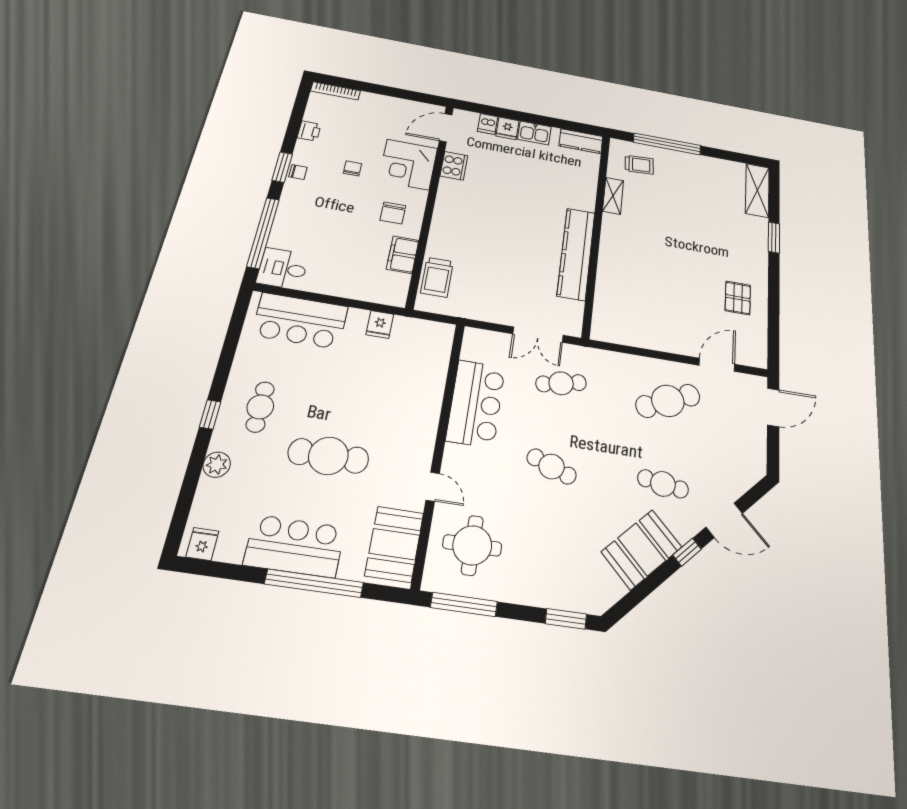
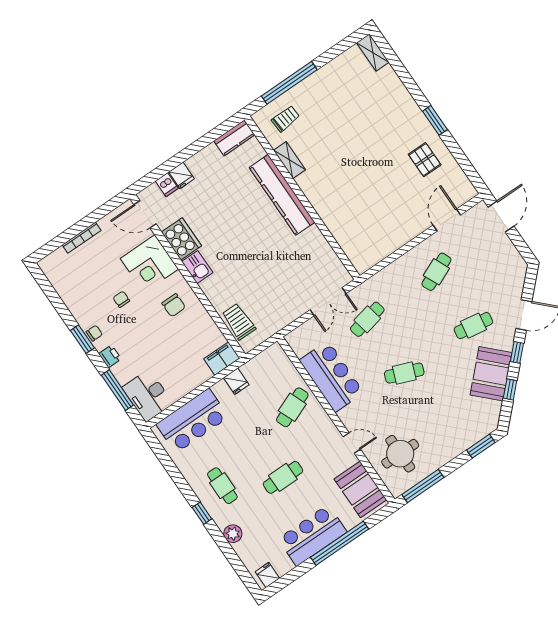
bookcase: (336, 91) -> (82, 238), moved
door: (446, 128) -> (145, 214), hinge flipped
printer: (309, 131) -> (110, 356), moved
kitchen sink: (534, 133) -> (197, 267), moved, turned -90
cooker: (454, 166) -> (181, 239), width x1.37, depth x1.31
shelving: (757, 190) -> (373, 52), width x0.67, depth x0.75
window: (263, 233) -> (117, 390), width x0.68
window: (774, 238) -> (435, 120), moved
kitchen counter: (576, 254) -> (282, 195), moved
filing cabinet: (403, 255) -> (222, 358), moved, turned 90
desk: (283, 269) -> (148, 396), width x1.37
trolley: (437, 277) -> (239, 322), turned 180
cafe table: (408, 397) -> (292, 407), added
cafe table: (668, 401) -> (436, 272), width x0.73, depth x0.74
cafe table: (328, 456) -> (283, 477), width x0.73, depth x0.74
window: (649, 585) -> (510, 389), added

